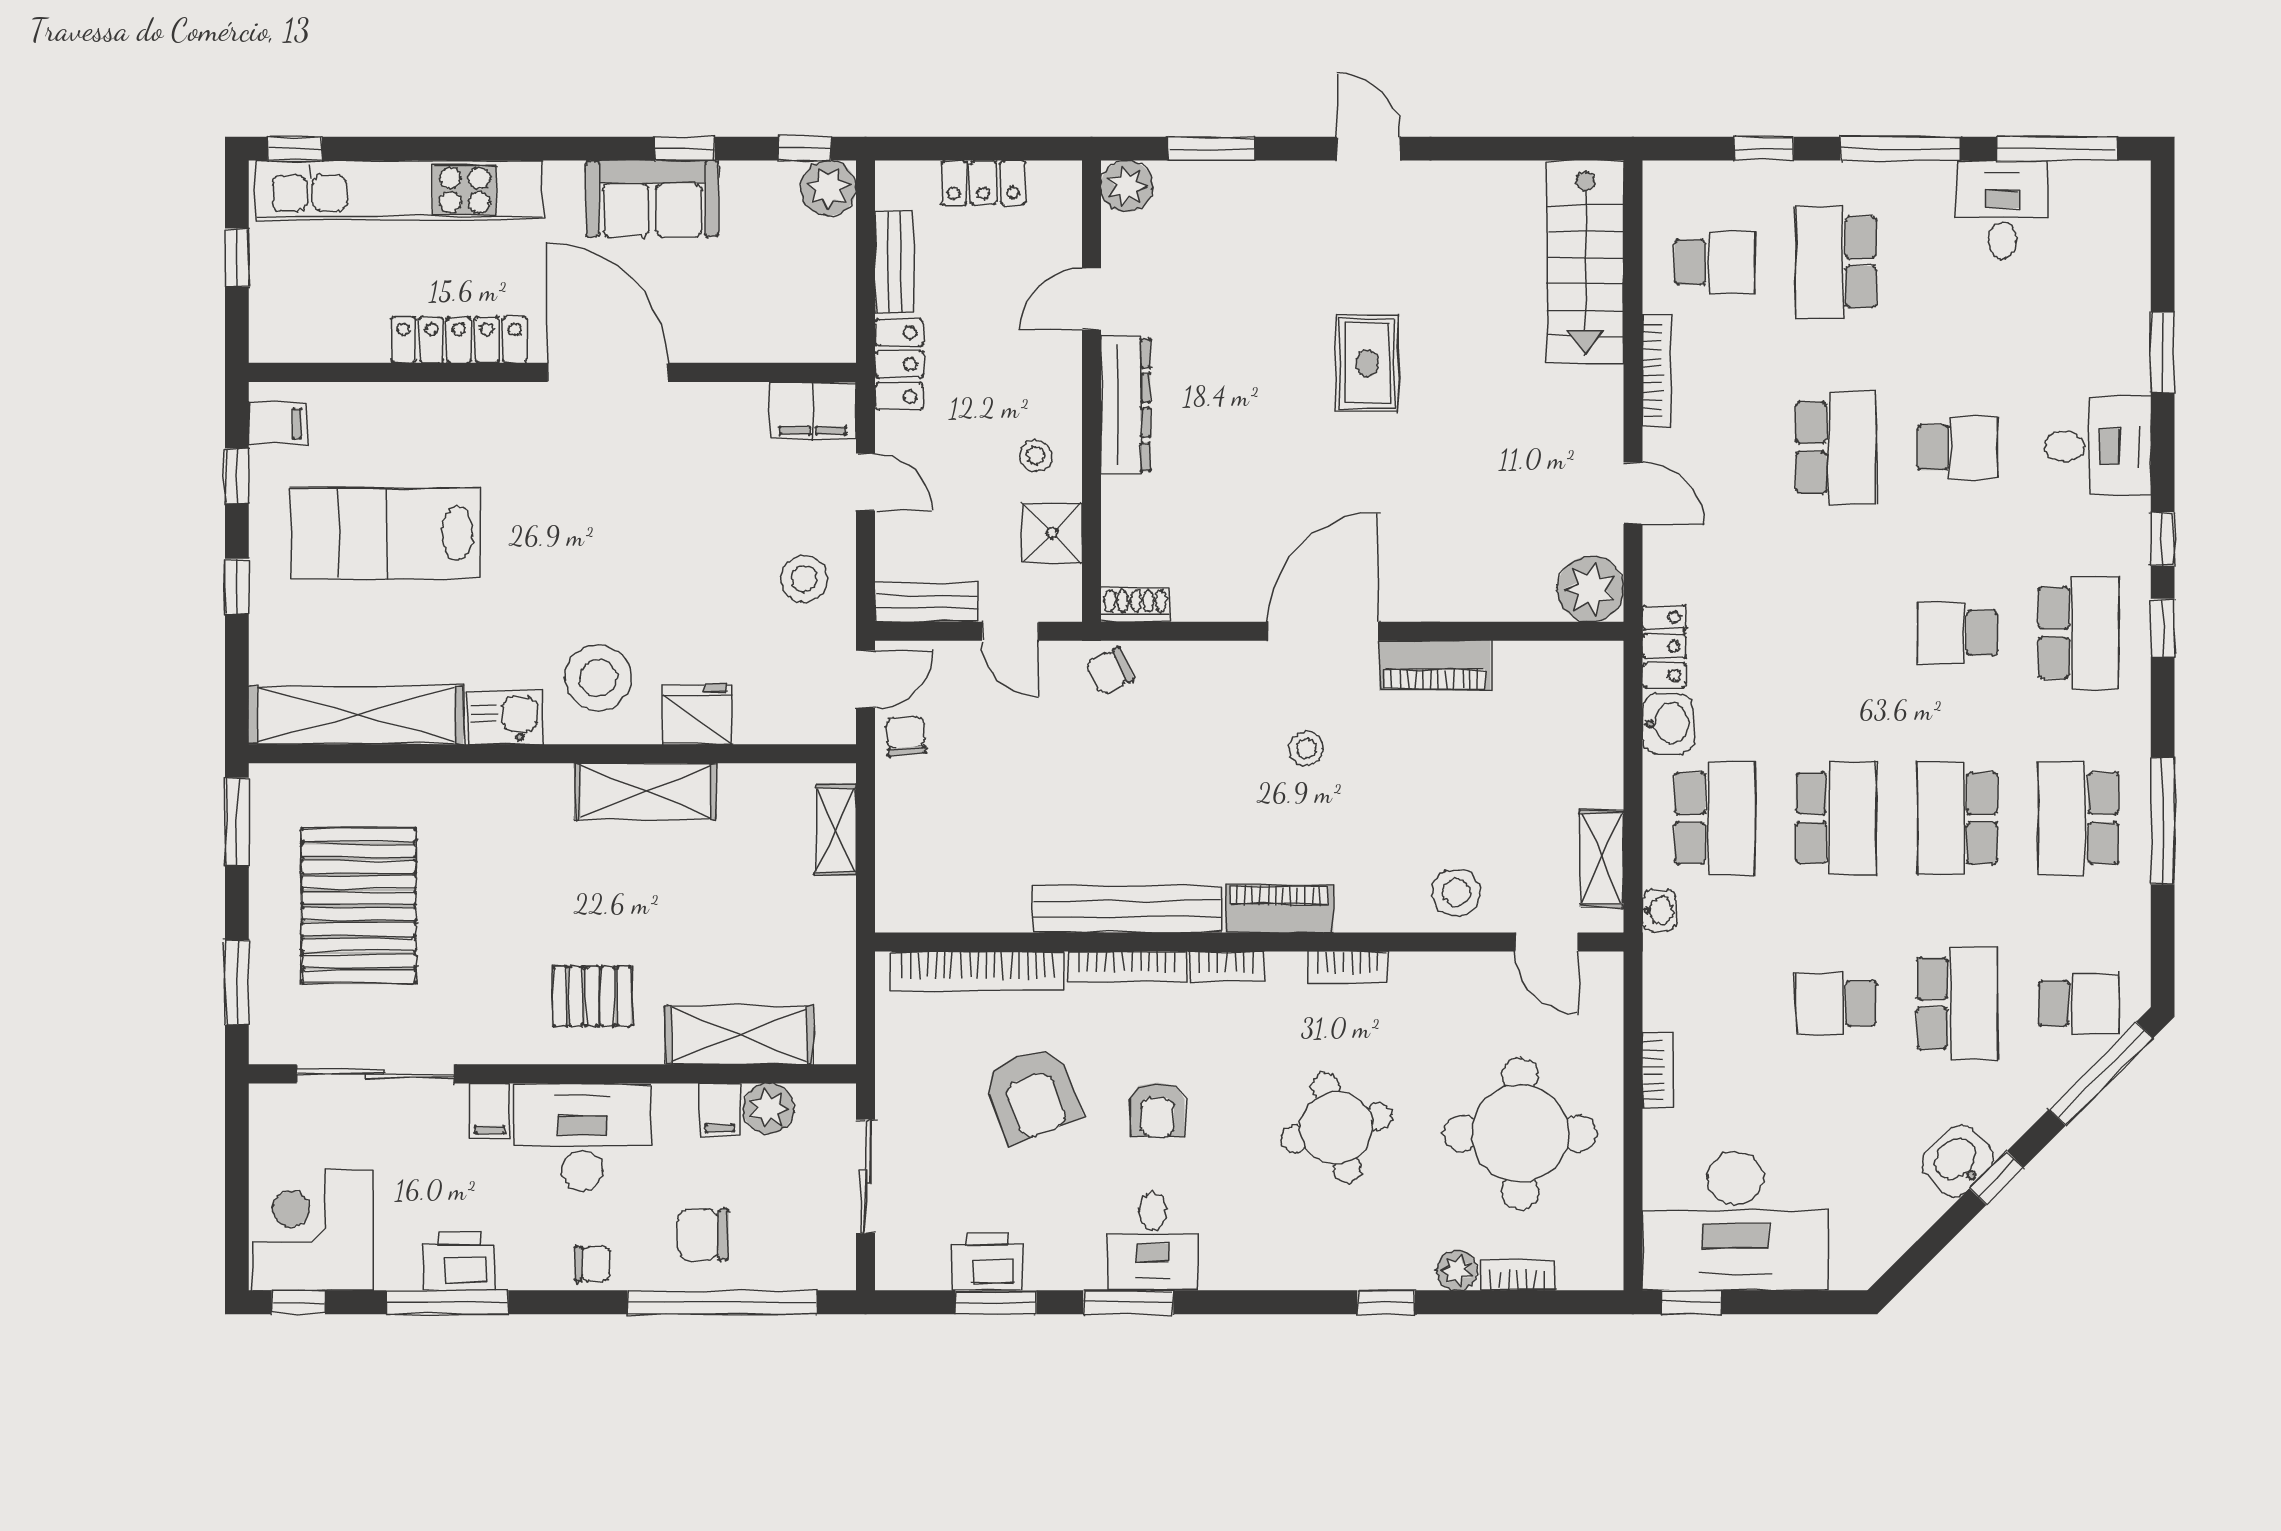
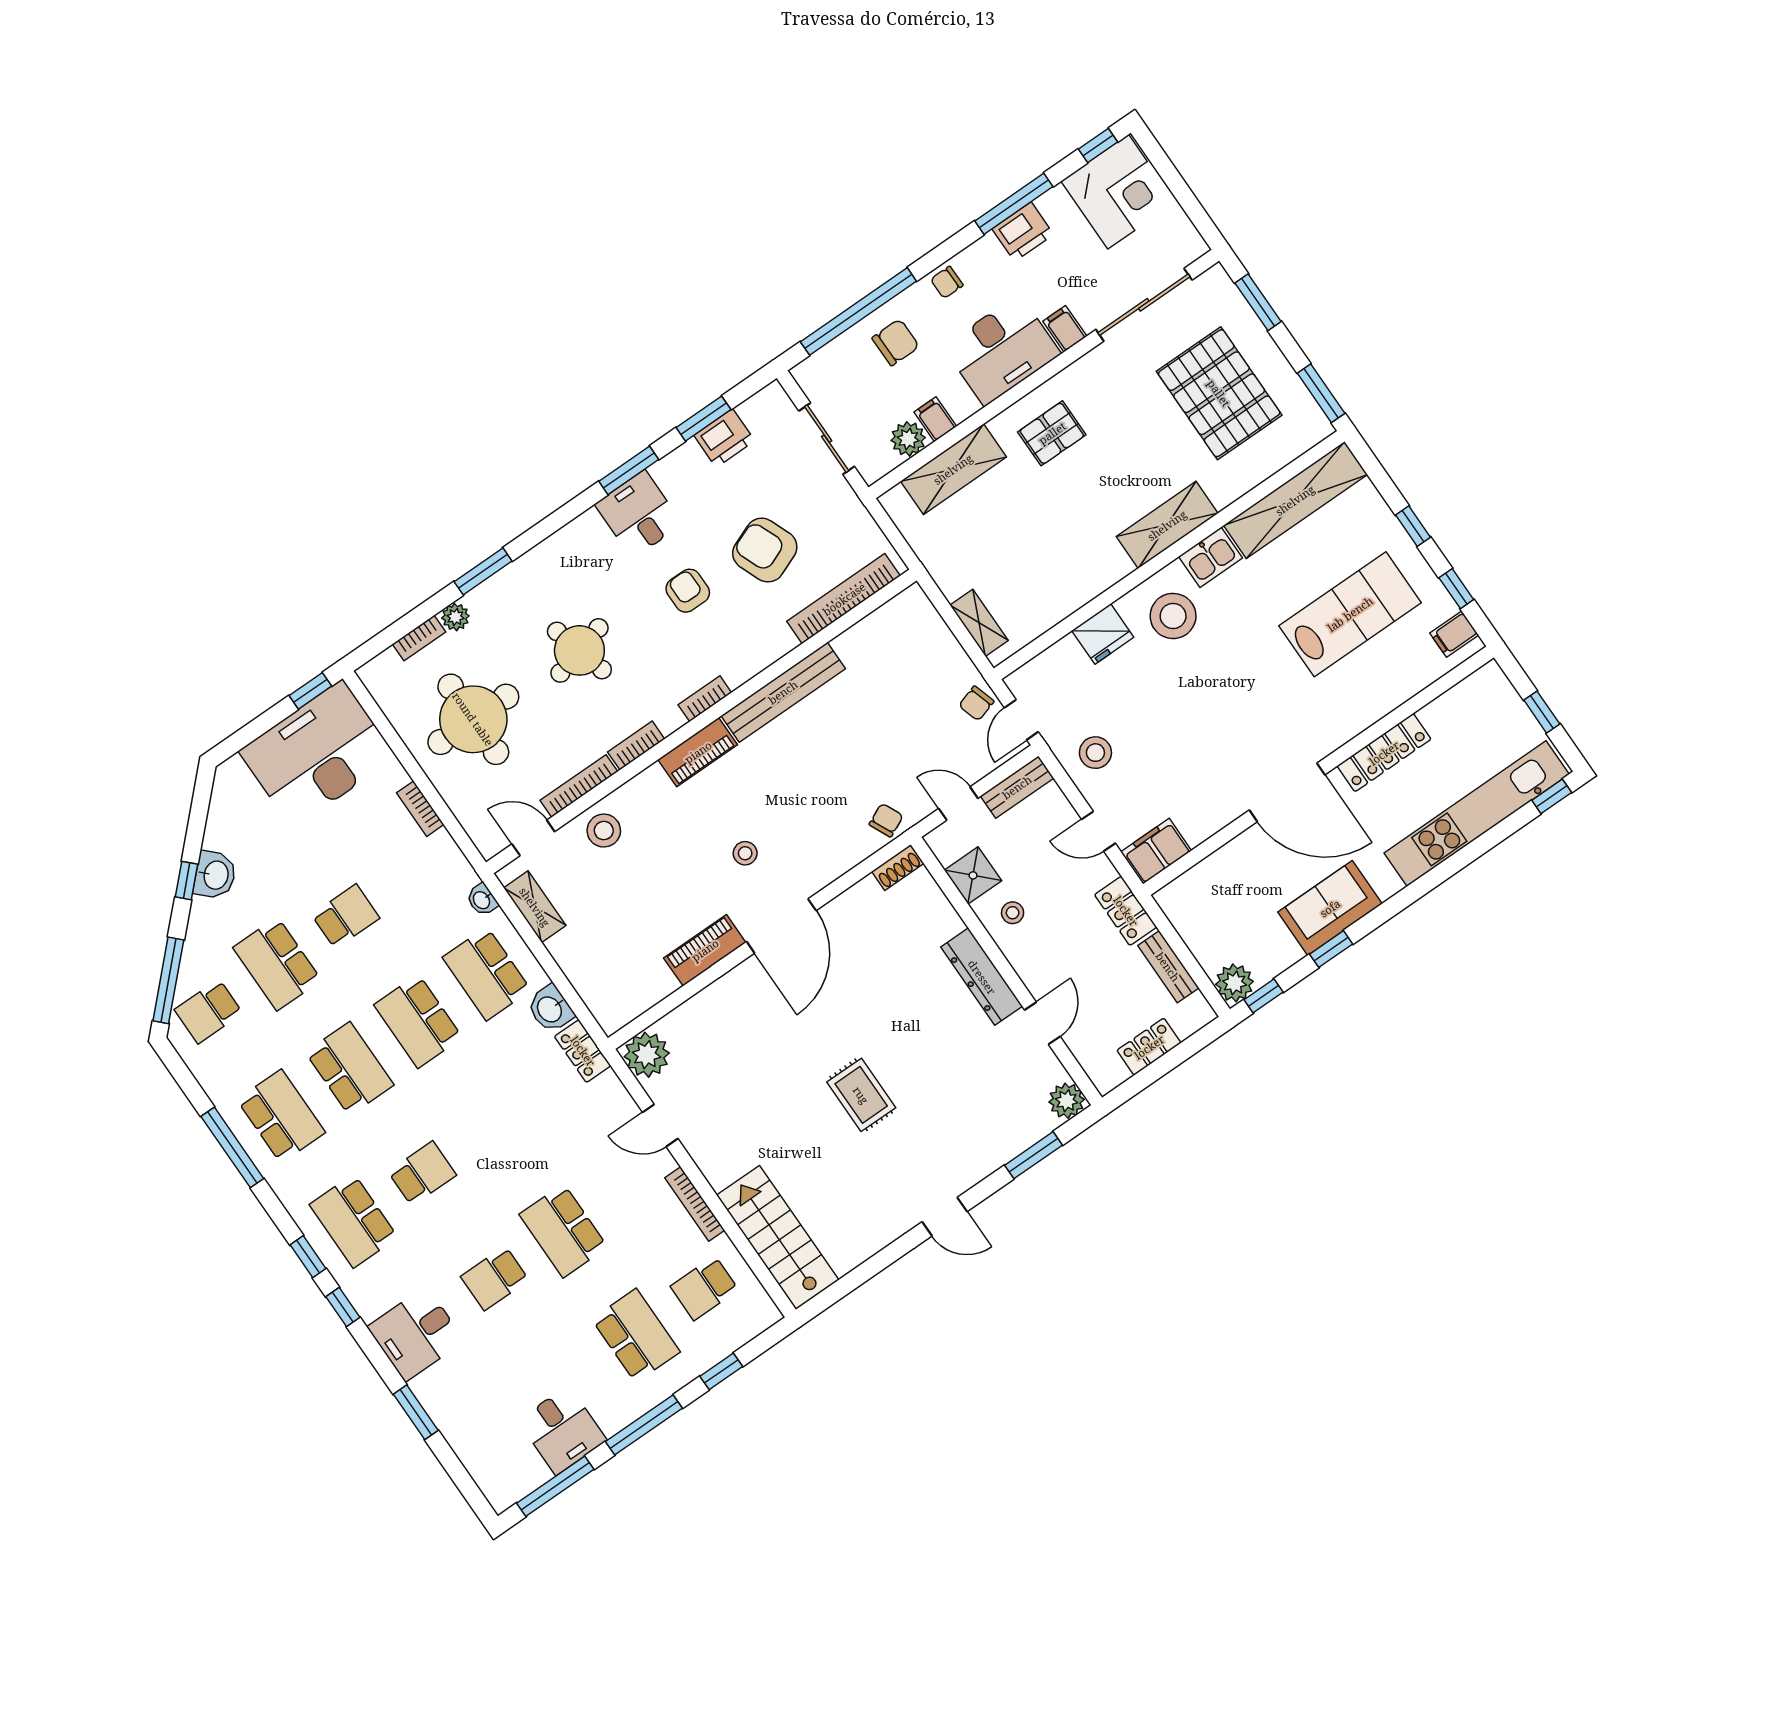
chair: (906, 736) -> (976, 703), turned 78
shelving: (645, 791) -> (1167, 525), moved
bookcase: (1127, 966) -> (579, 786), moved
window: (1386, 1302) -> (483, 571), width x1.50

